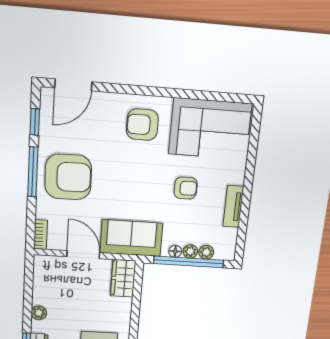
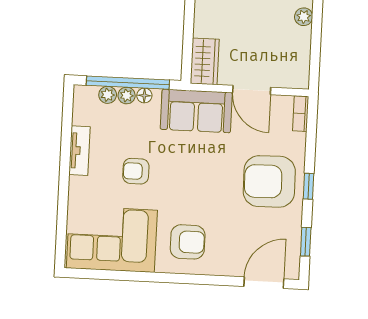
window: (33, 172) -> (309, 186), width x0.46

